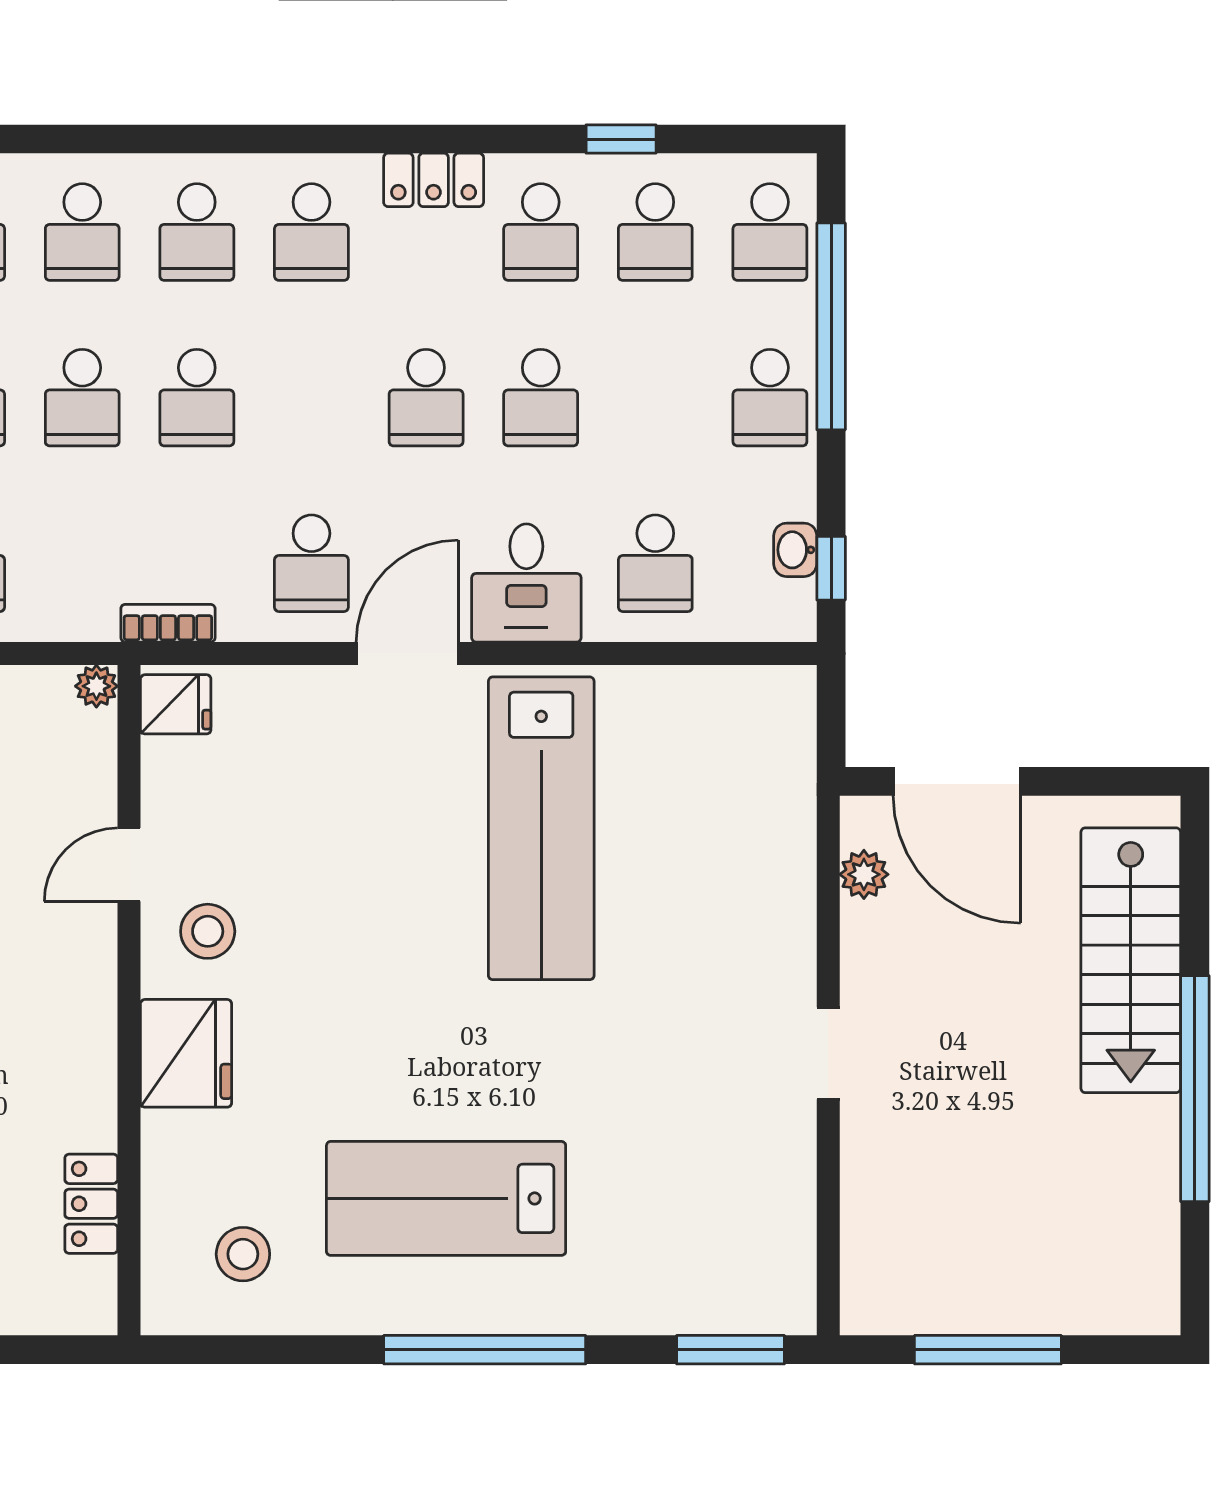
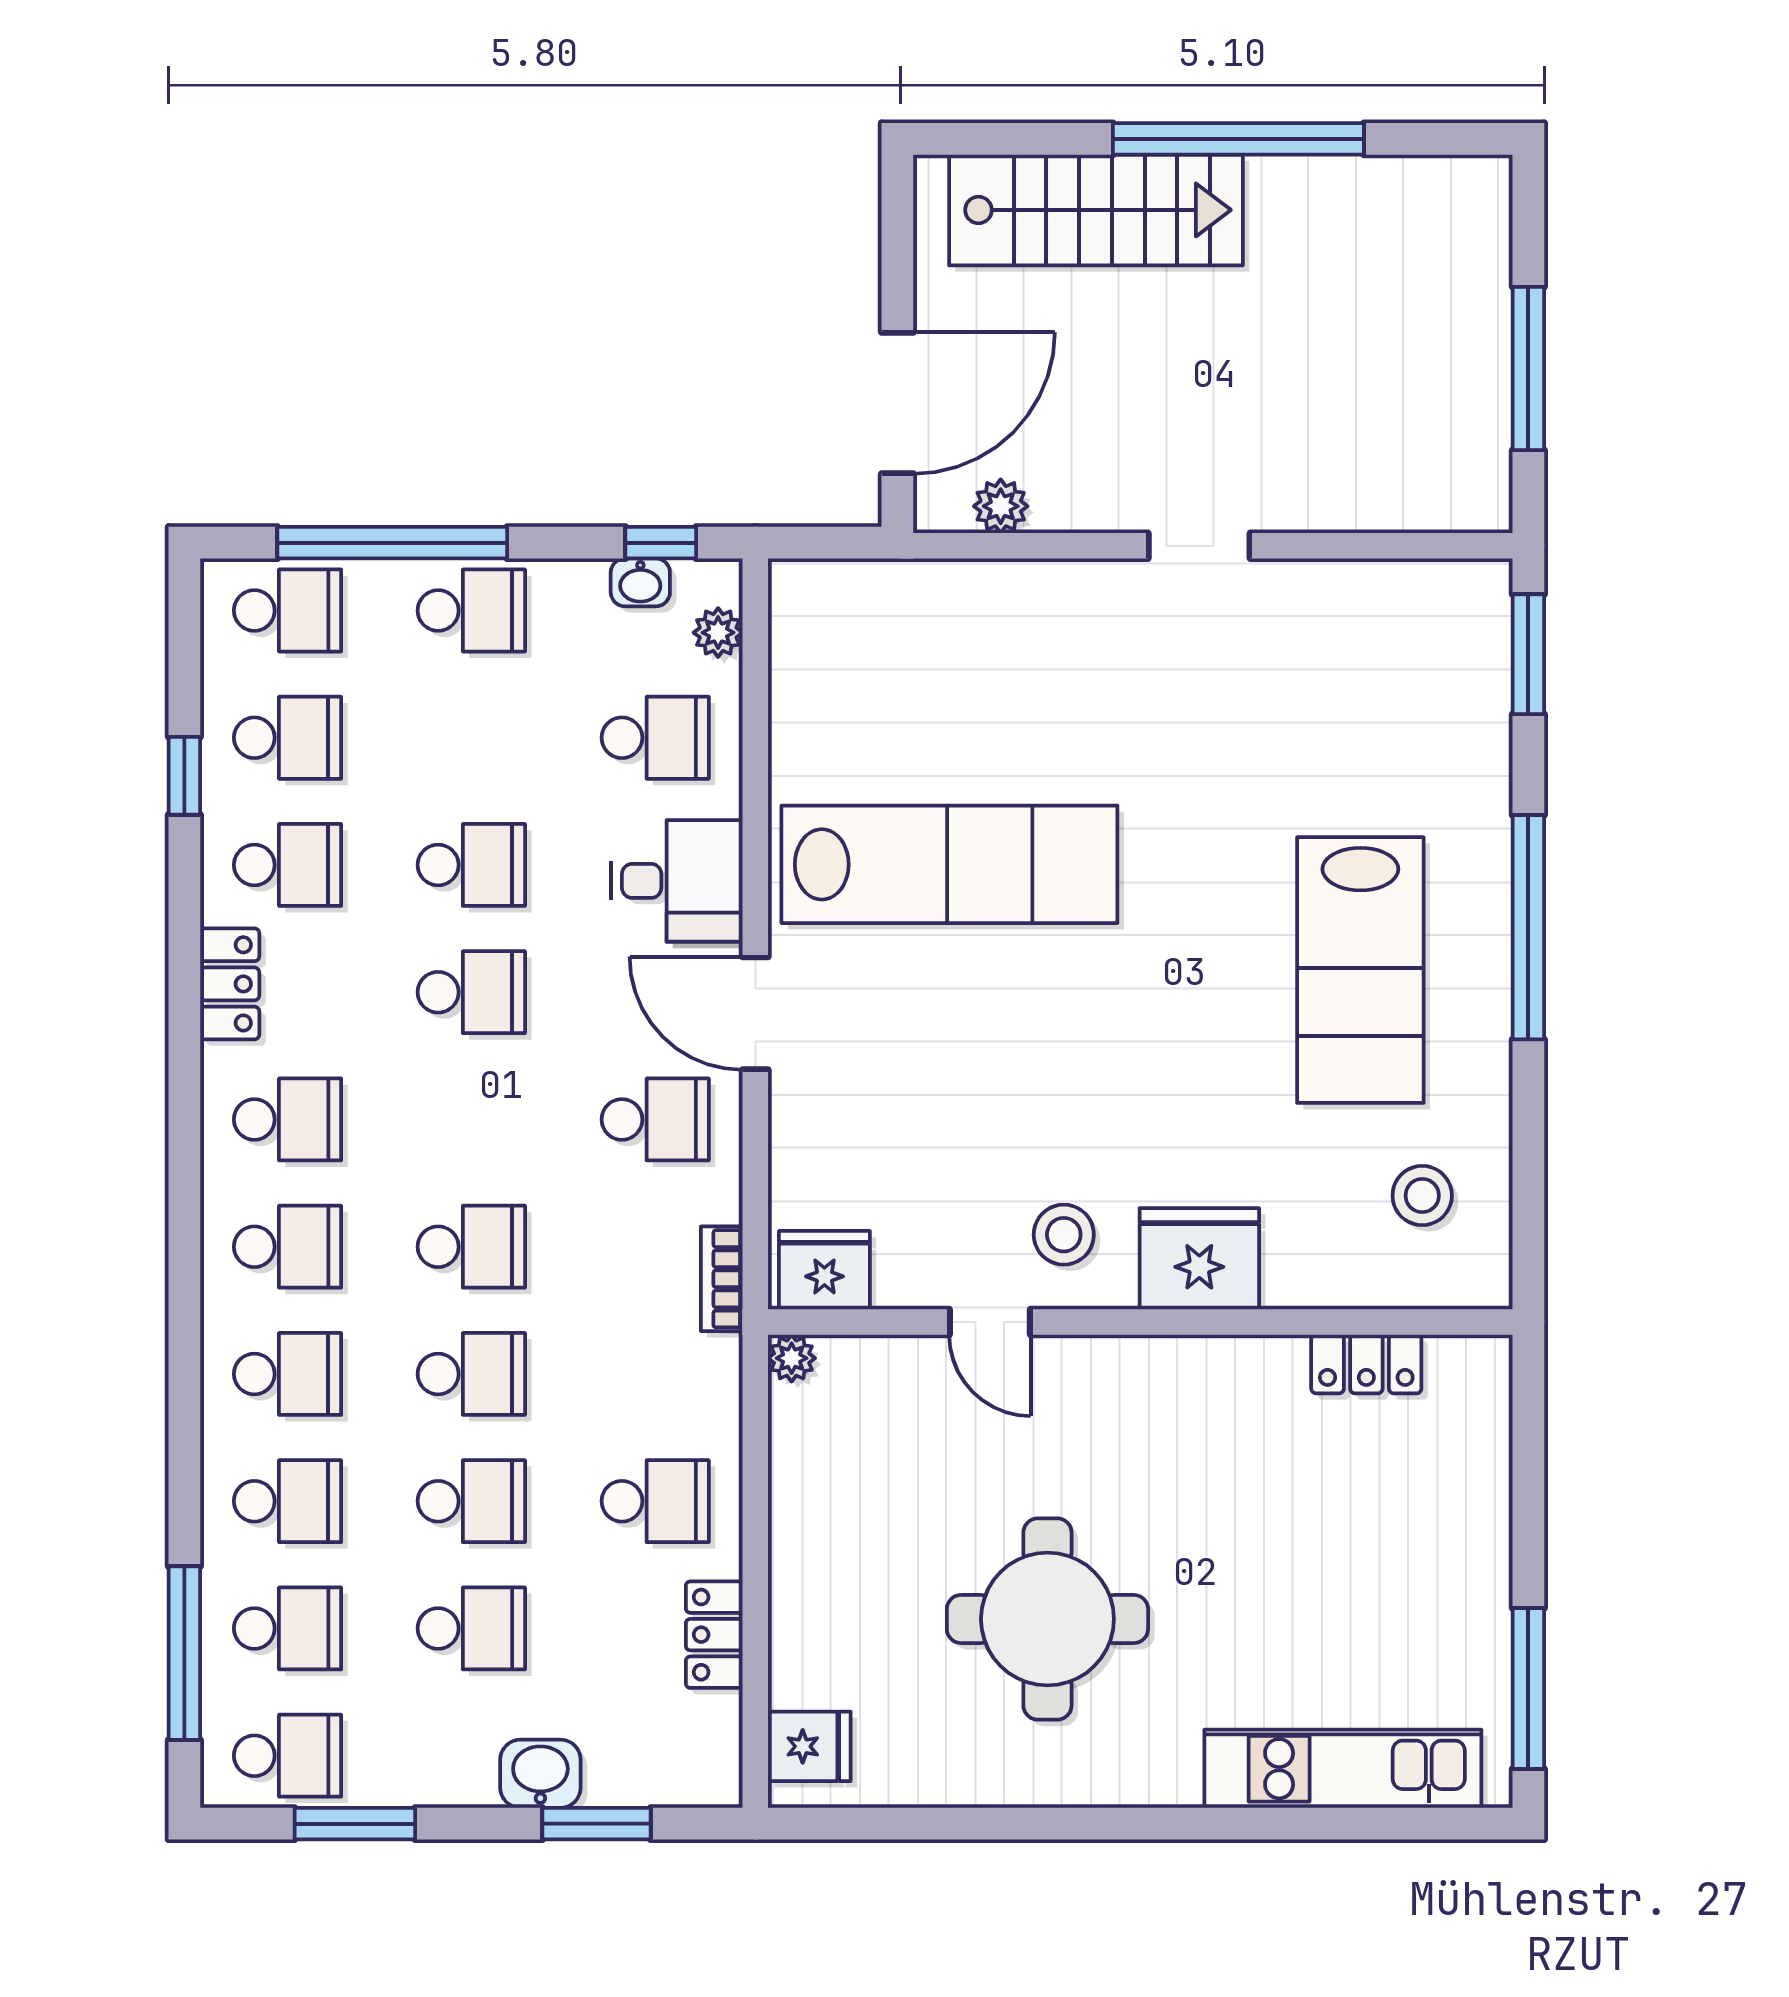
plant: (750, 620) -> (718, 633), added
fridge: (176, 704) -> (824, 1270), width x1.38

